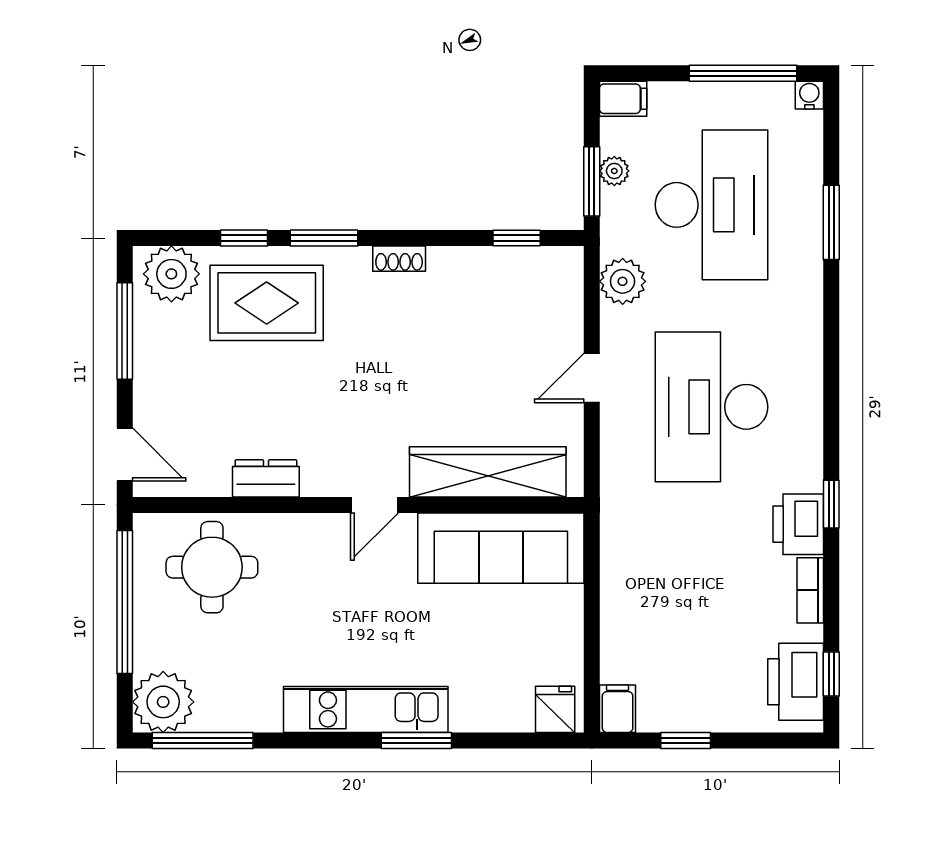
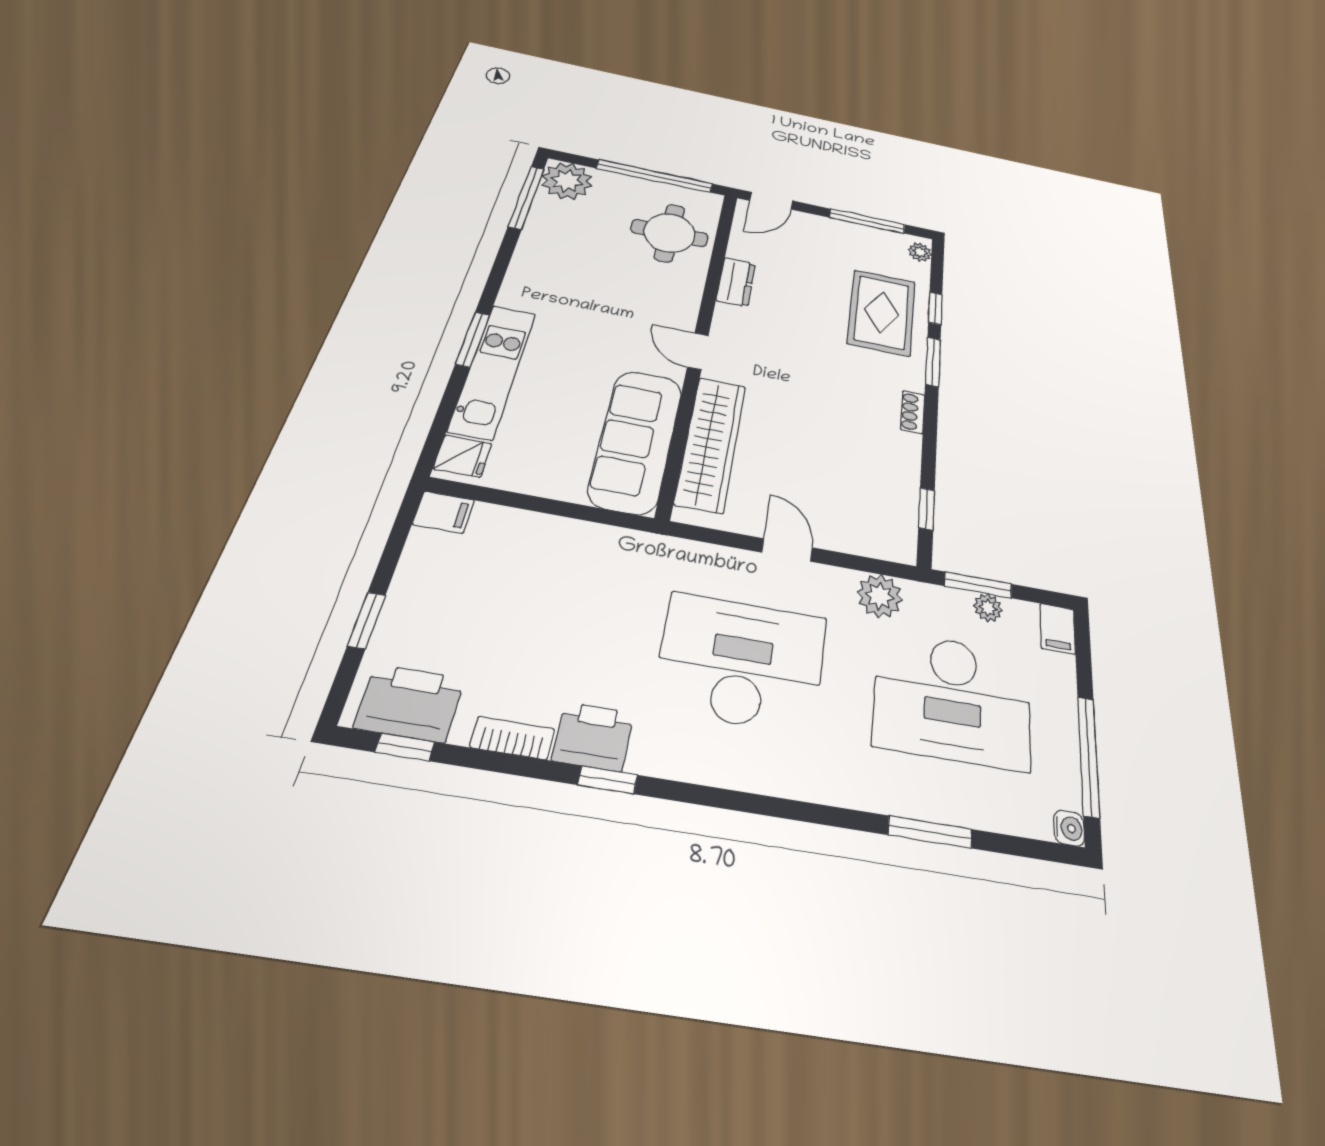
plant: (171, 274) -> (920, 252), width x0.53, depth x0.53
kitchen unit: (366, 709) -> (493, 371), moved
window: (686, 740) -> (367, 620), moved

